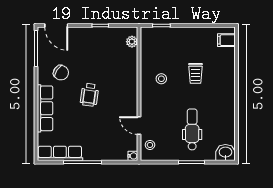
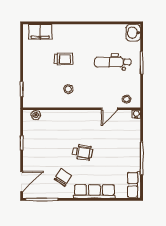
filing cabinet: (226, 40) -> (40, 32), width x2.00
row of seats: (60, 153) -> (134, 185), width x0.68

